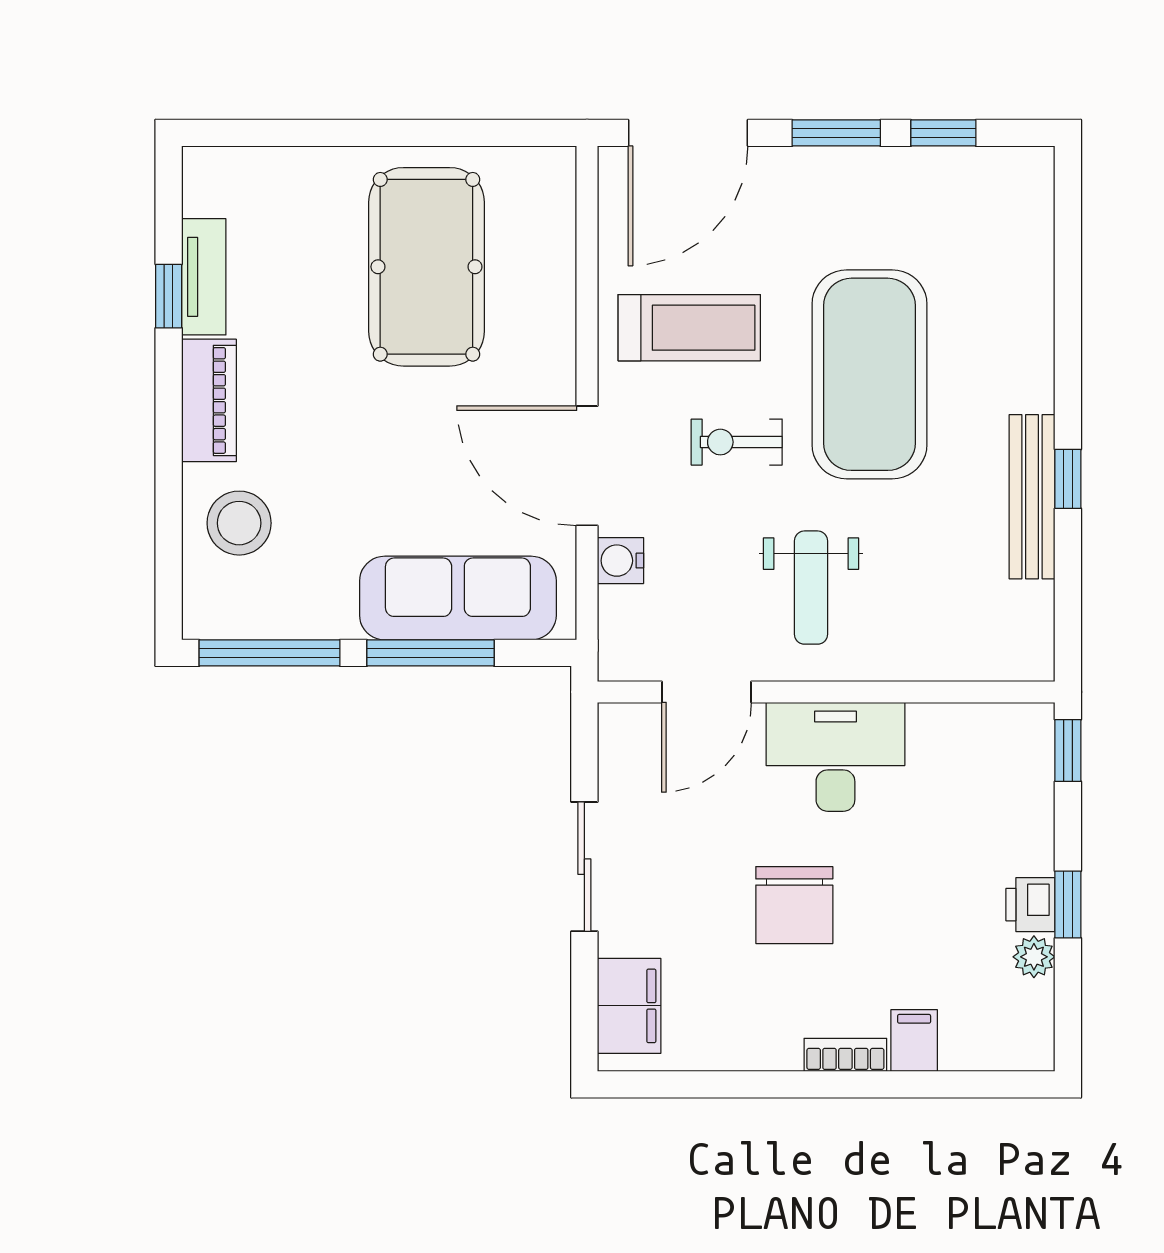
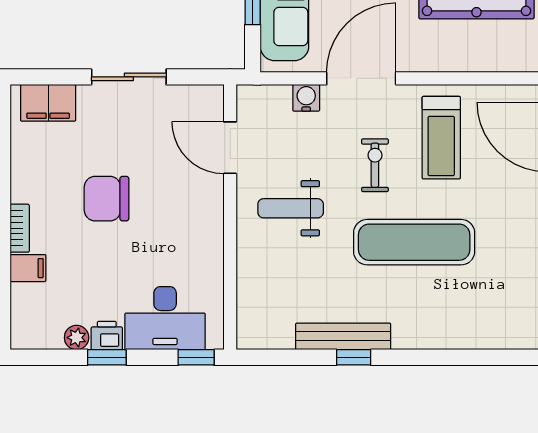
exercise mat: (869, 374) -> (414, 242), width x0.68
desk: (835, 757) -> (165, 318), moved, turned 90

